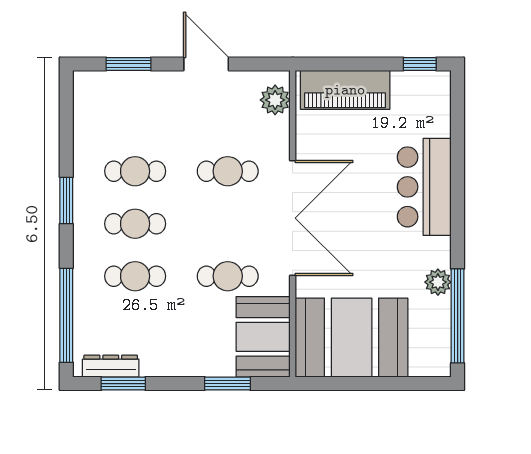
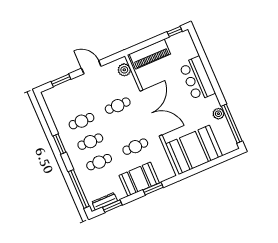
booth: (263, 337) -> (139, 179), moved, turned 90

